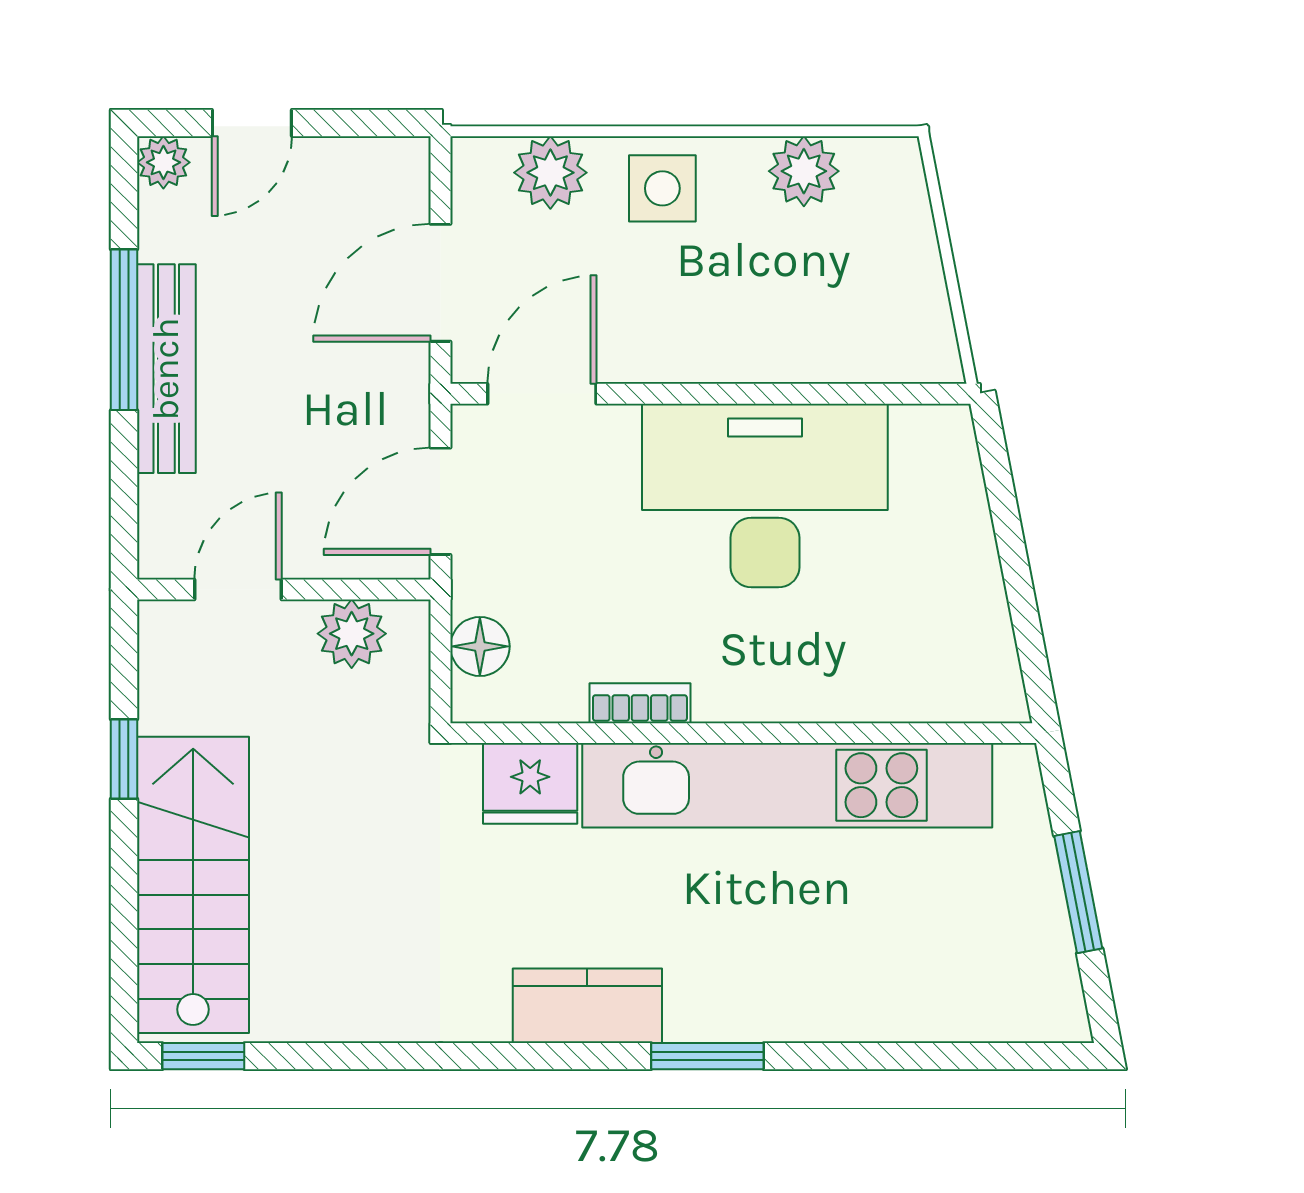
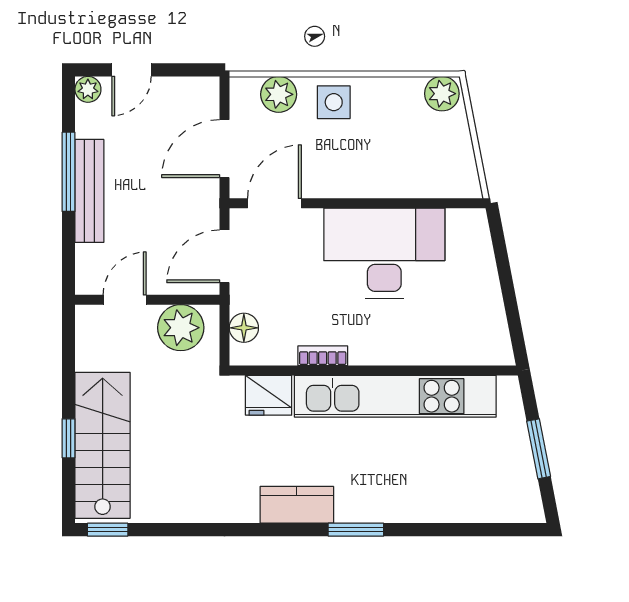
plant: (804, 171) -> (442, 94), moved
plant: (352, 634) -> (181, 328), width x1.36, depth x1.36
window: (124, 759) -> (69, 438), moved

